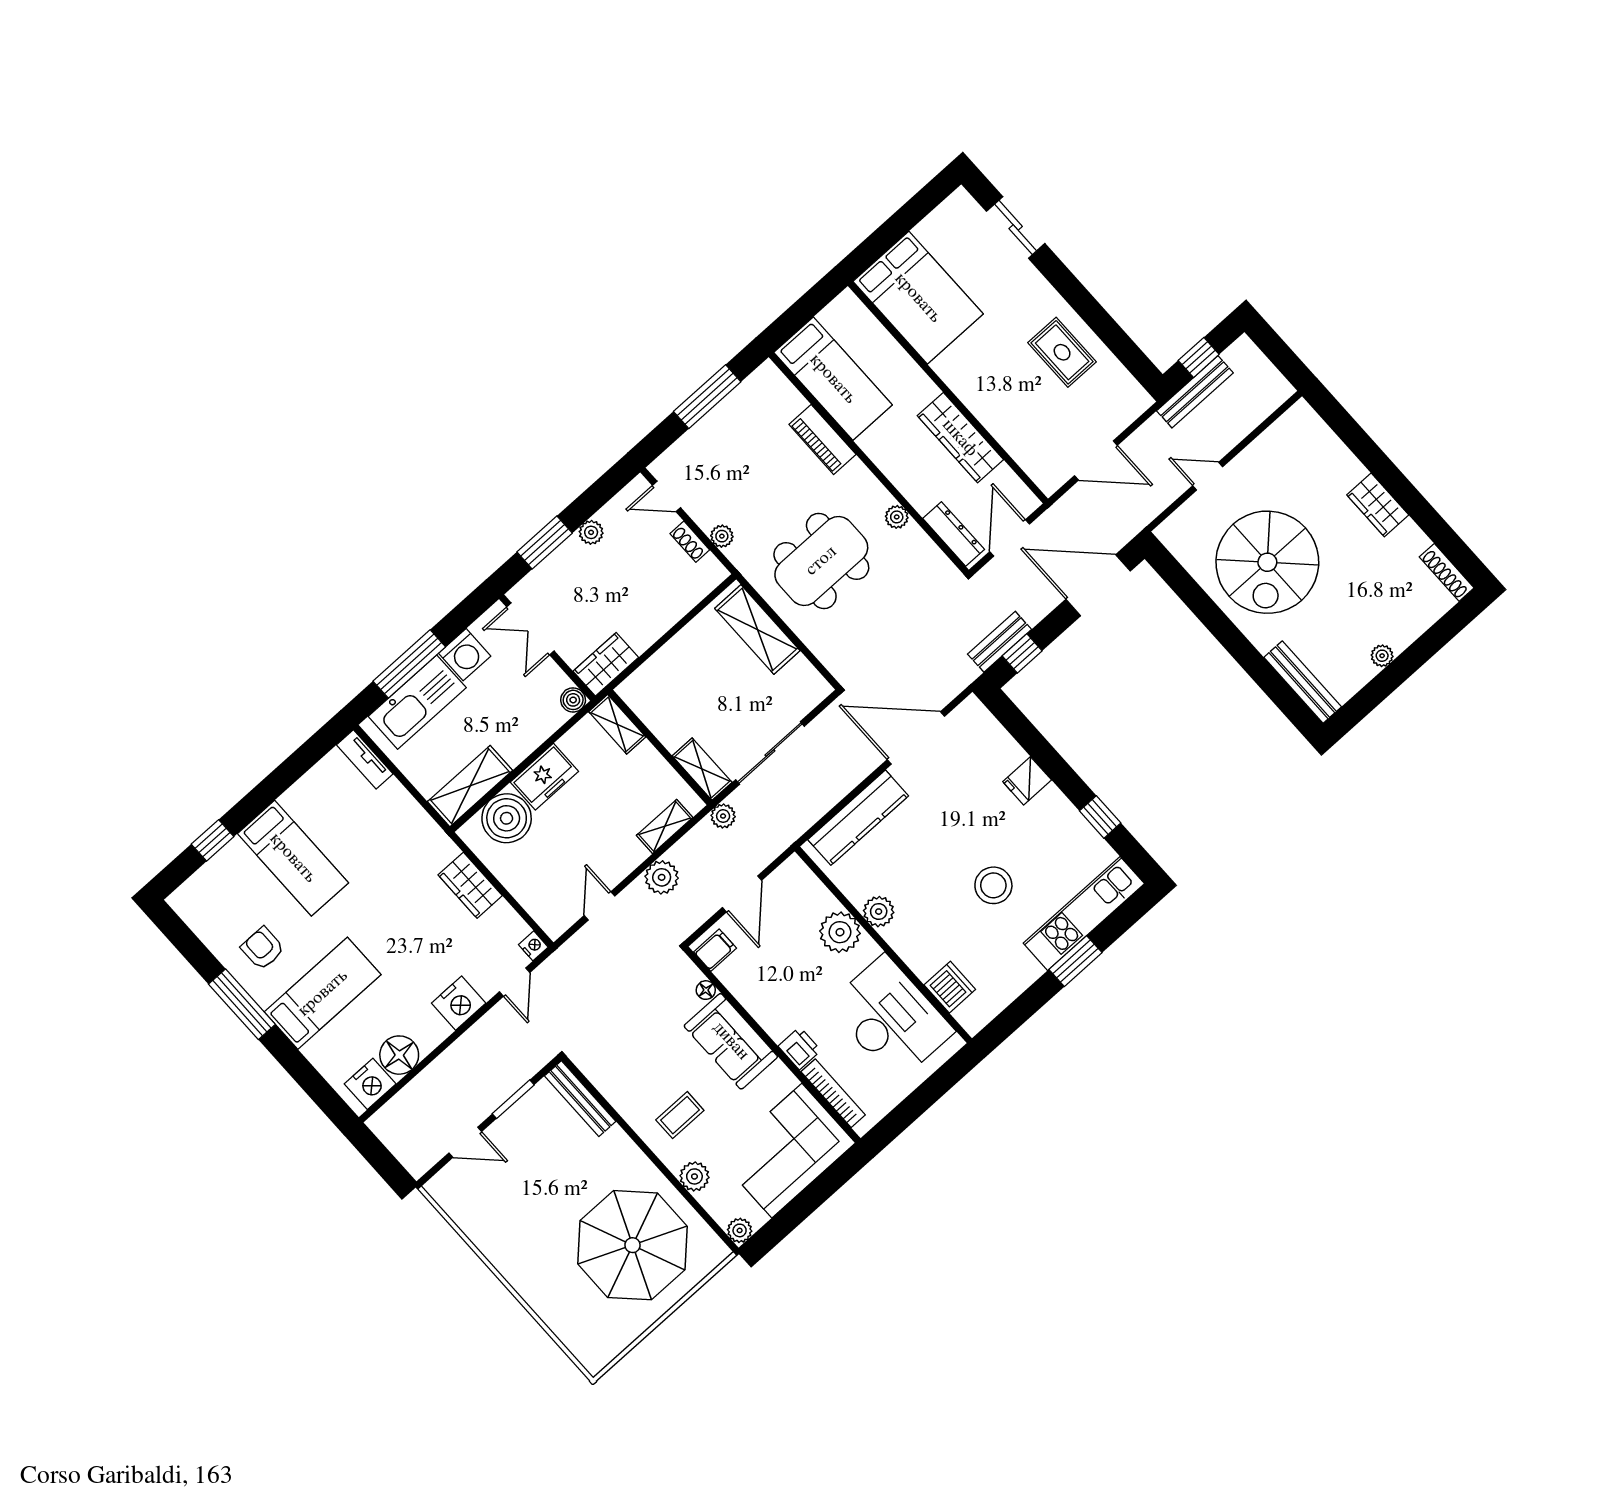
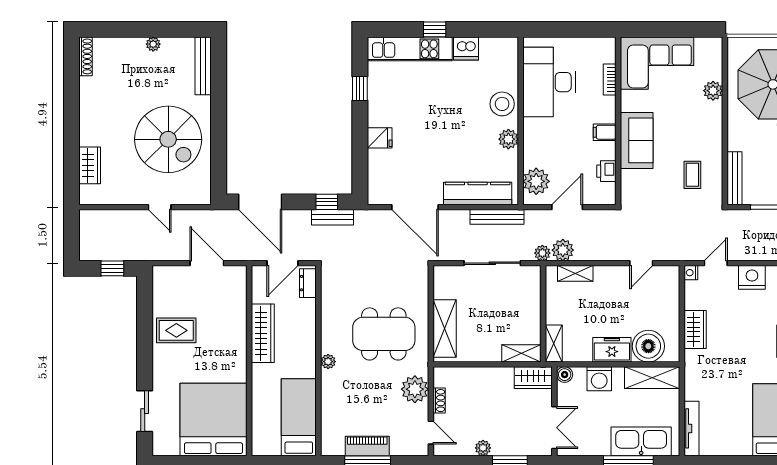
bed: (918, 298) -> (213, 420), width x1.36
rug: (1062, 352) -> (176, 330), turned 90
bench: (1195, 392) -> (497, 217), moved
piano: (822, 439) -> (367, 446), moved, turned -90
wardrobe: (1378, 505) -> (90, 165), moved
plant: (897, 517) -> (328, 362), moved
dresser: (954, 534) -> (308, 283), width x0.70
plant: (722, 536) -> (415, 389), width x1.88, depth x1.88
spiral stairs: (1267, 562) -> (168, 139), turned 90
washing machine: (465, 655) -> (599, 379), moved, turned 180
tv unit: (365, 759) -> (691, 428), width x1.41
shelving: (702, 769) -> (521, 353), moved, turned 90
plant: (662, 877) -> (563, 250), moved
stool: (993, 885) -> (502, 104), moved
plant: (840, 932) -> (536, 181), moved
filing cabinet: (715, 950) -> (605, 132), moved
window: (1075, 961) -> (435, 29), width x0.67
dishwasher: (950, 987) -> (466, 49), moved, turned -90
floor lamp: (706, 990) -> (626, 176), removed
printer: (800, 1048) -> (606, 171), moved
bookcase: (833, 1093) -> (610, 80), width x0.64
coffee table: (680, 1115) -> (692, 175), moved, turned 90
plant: (740, 1230) -> (715, 45), removed

